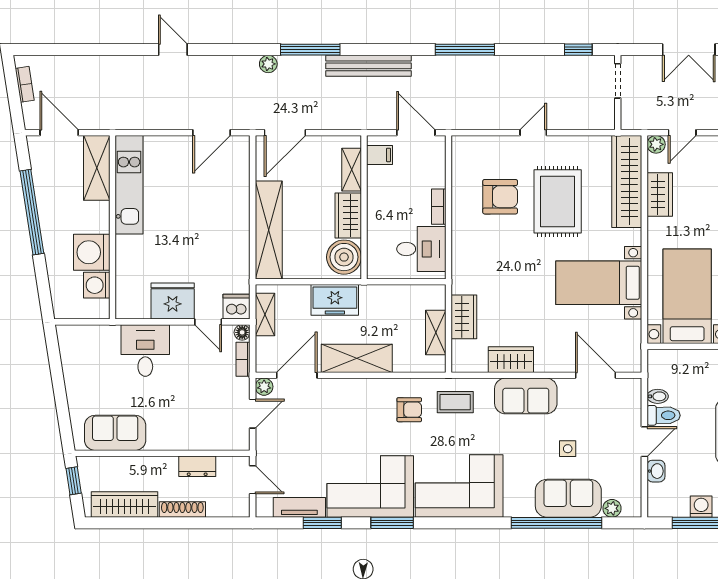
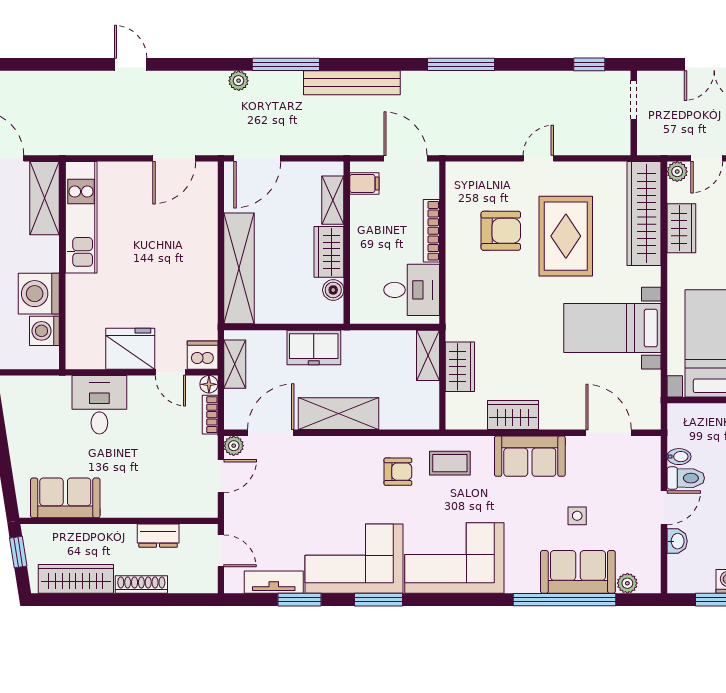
bookcase: (439, 207) -> (431, 231), width x1.56
boiler: (344, 257) -> (333, 290), width x0.54, depth x0.54
shelving: (436, 332) -> (428, 355), moved

